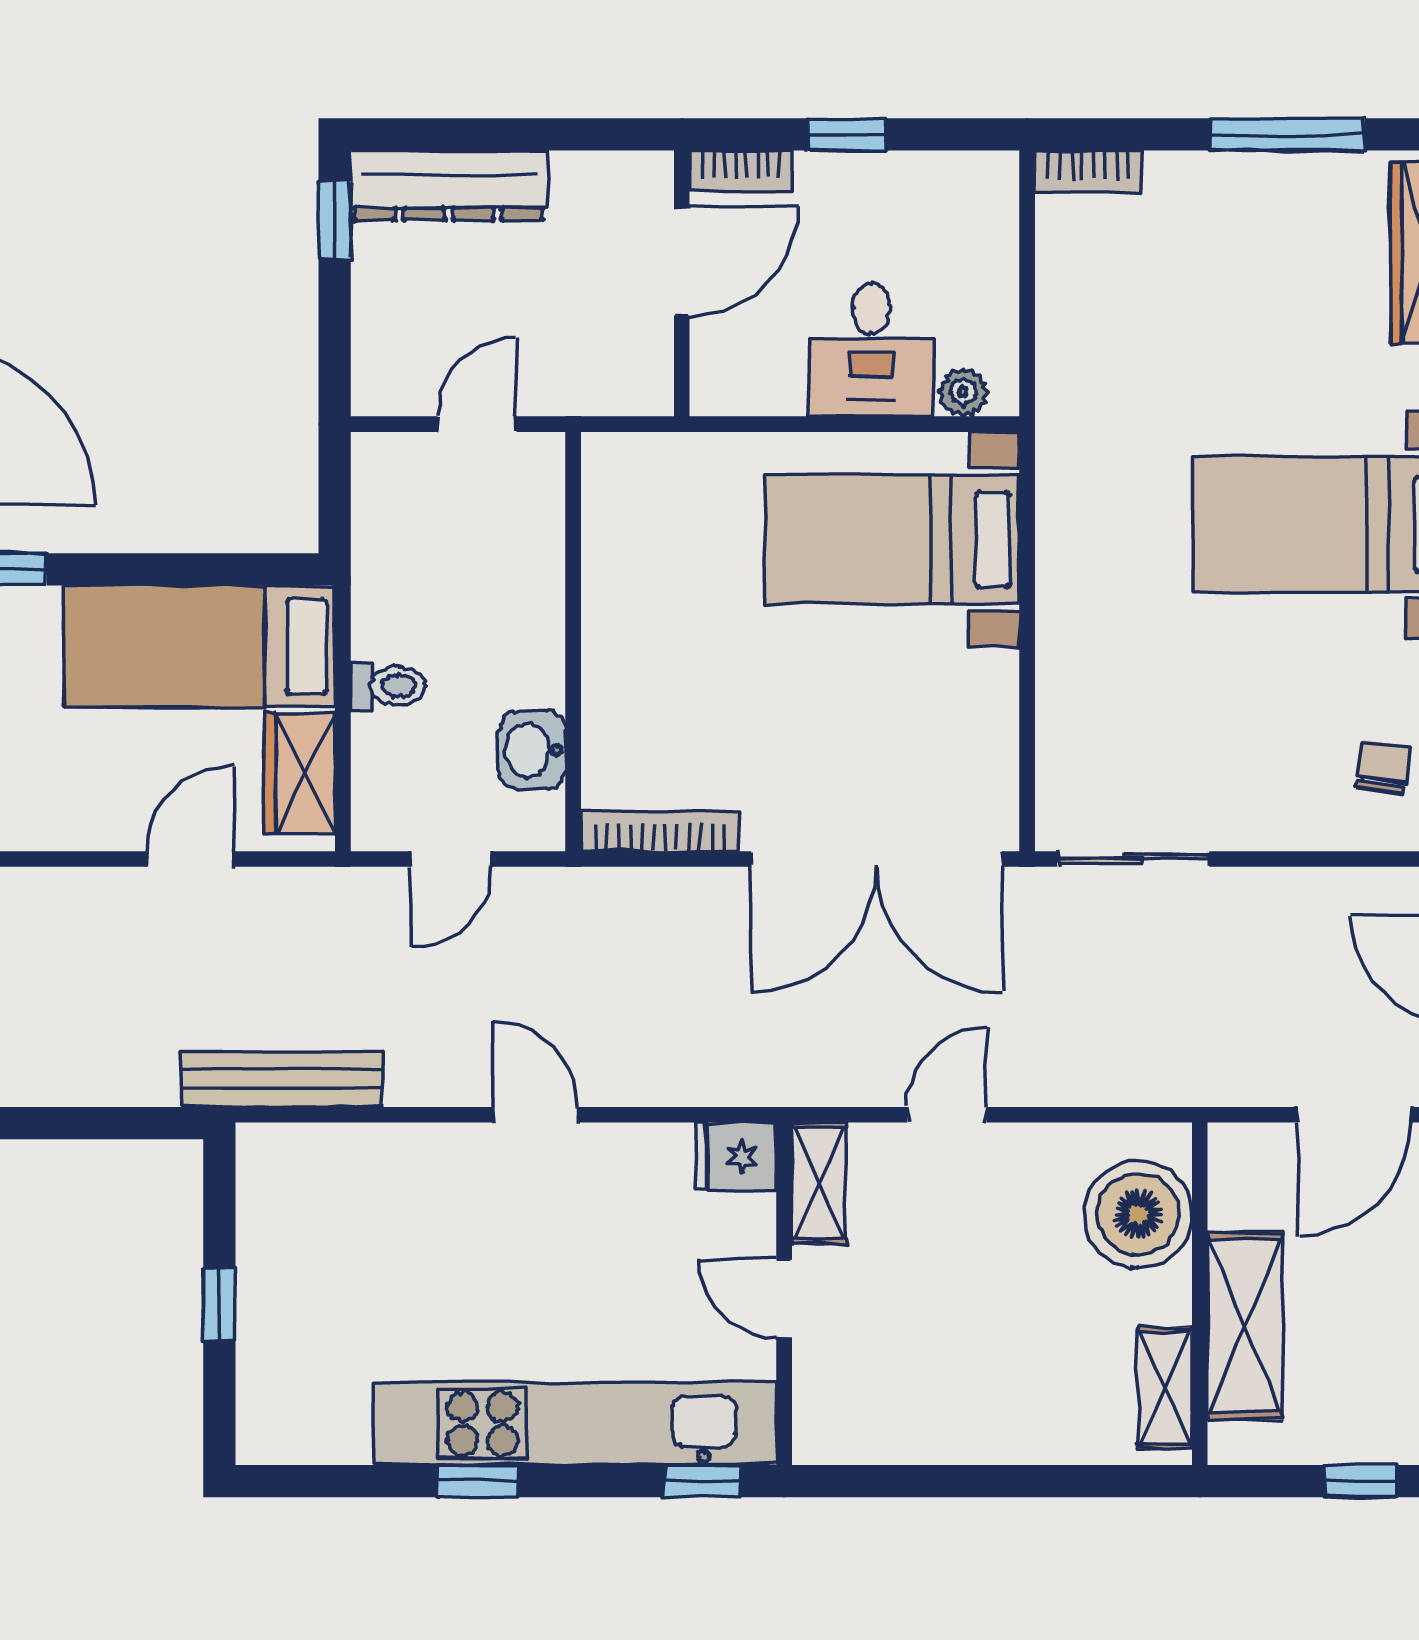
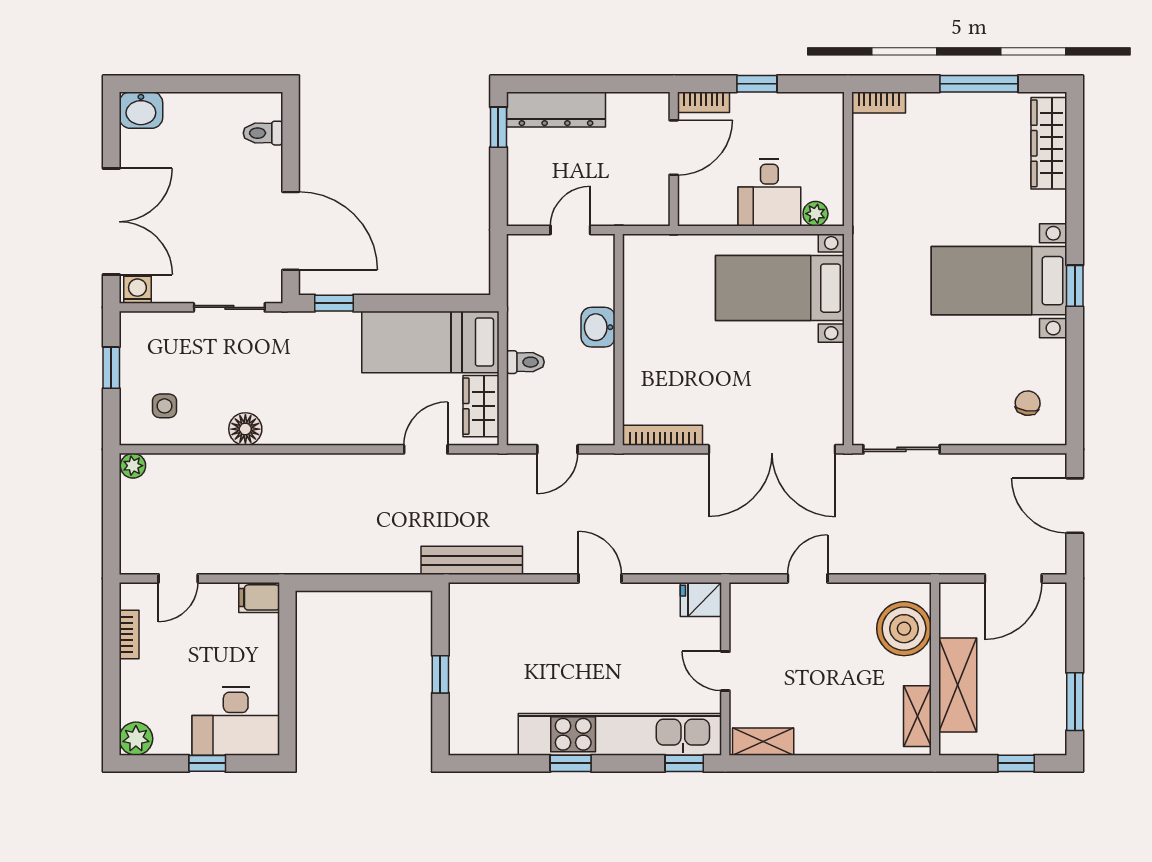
washbasin: (532, 750) -> (598, 327), moved
shelving: (819, 1183) -> (763, 742), moved, turned 90

